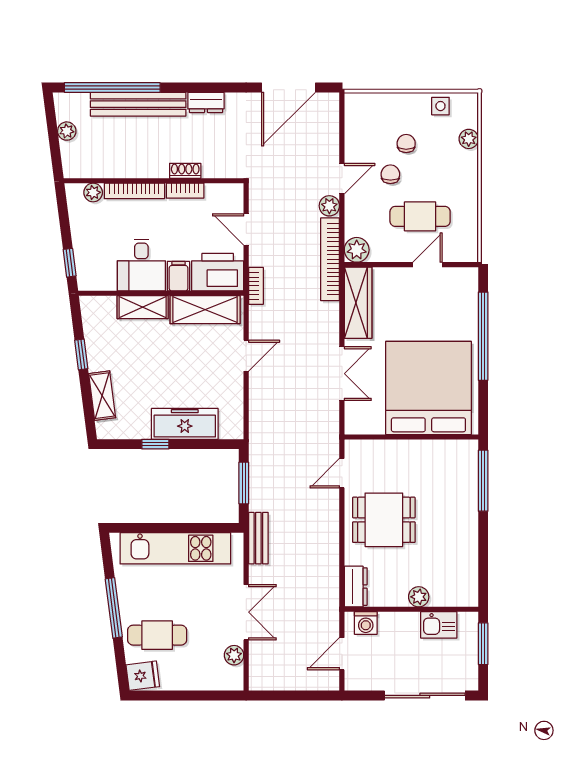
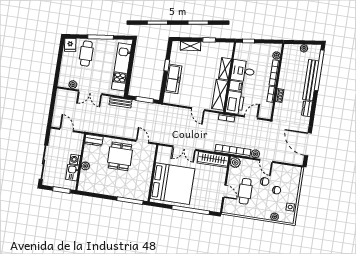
washing machine: (366, 623) -> (75, 160), moved

